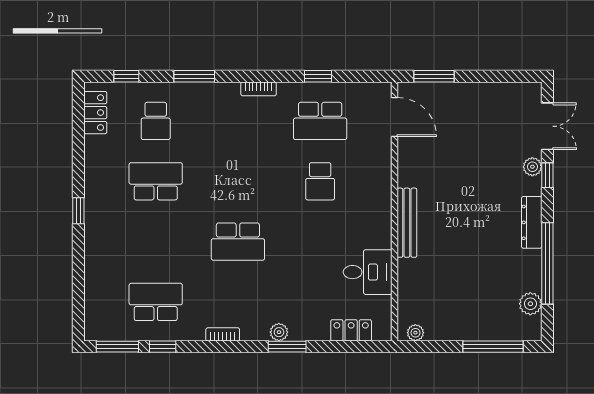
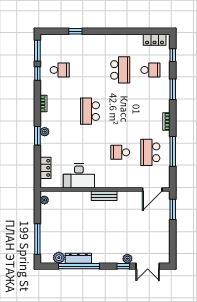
window: (318, 76) -> (173, 151), width x2.17
school desk: (156, 121) -> (150, 70), turned 180
window: (78, 211) -> (75, 31), moved
dresser: (532, 222) -> (78, 258), moved
bench: (407, 223) -> (104, 196), width x0.73
desk: (368, 272) -> (79, 176), width x1.37
school desk: (156, 302) -> (60, 70), width x0.54

